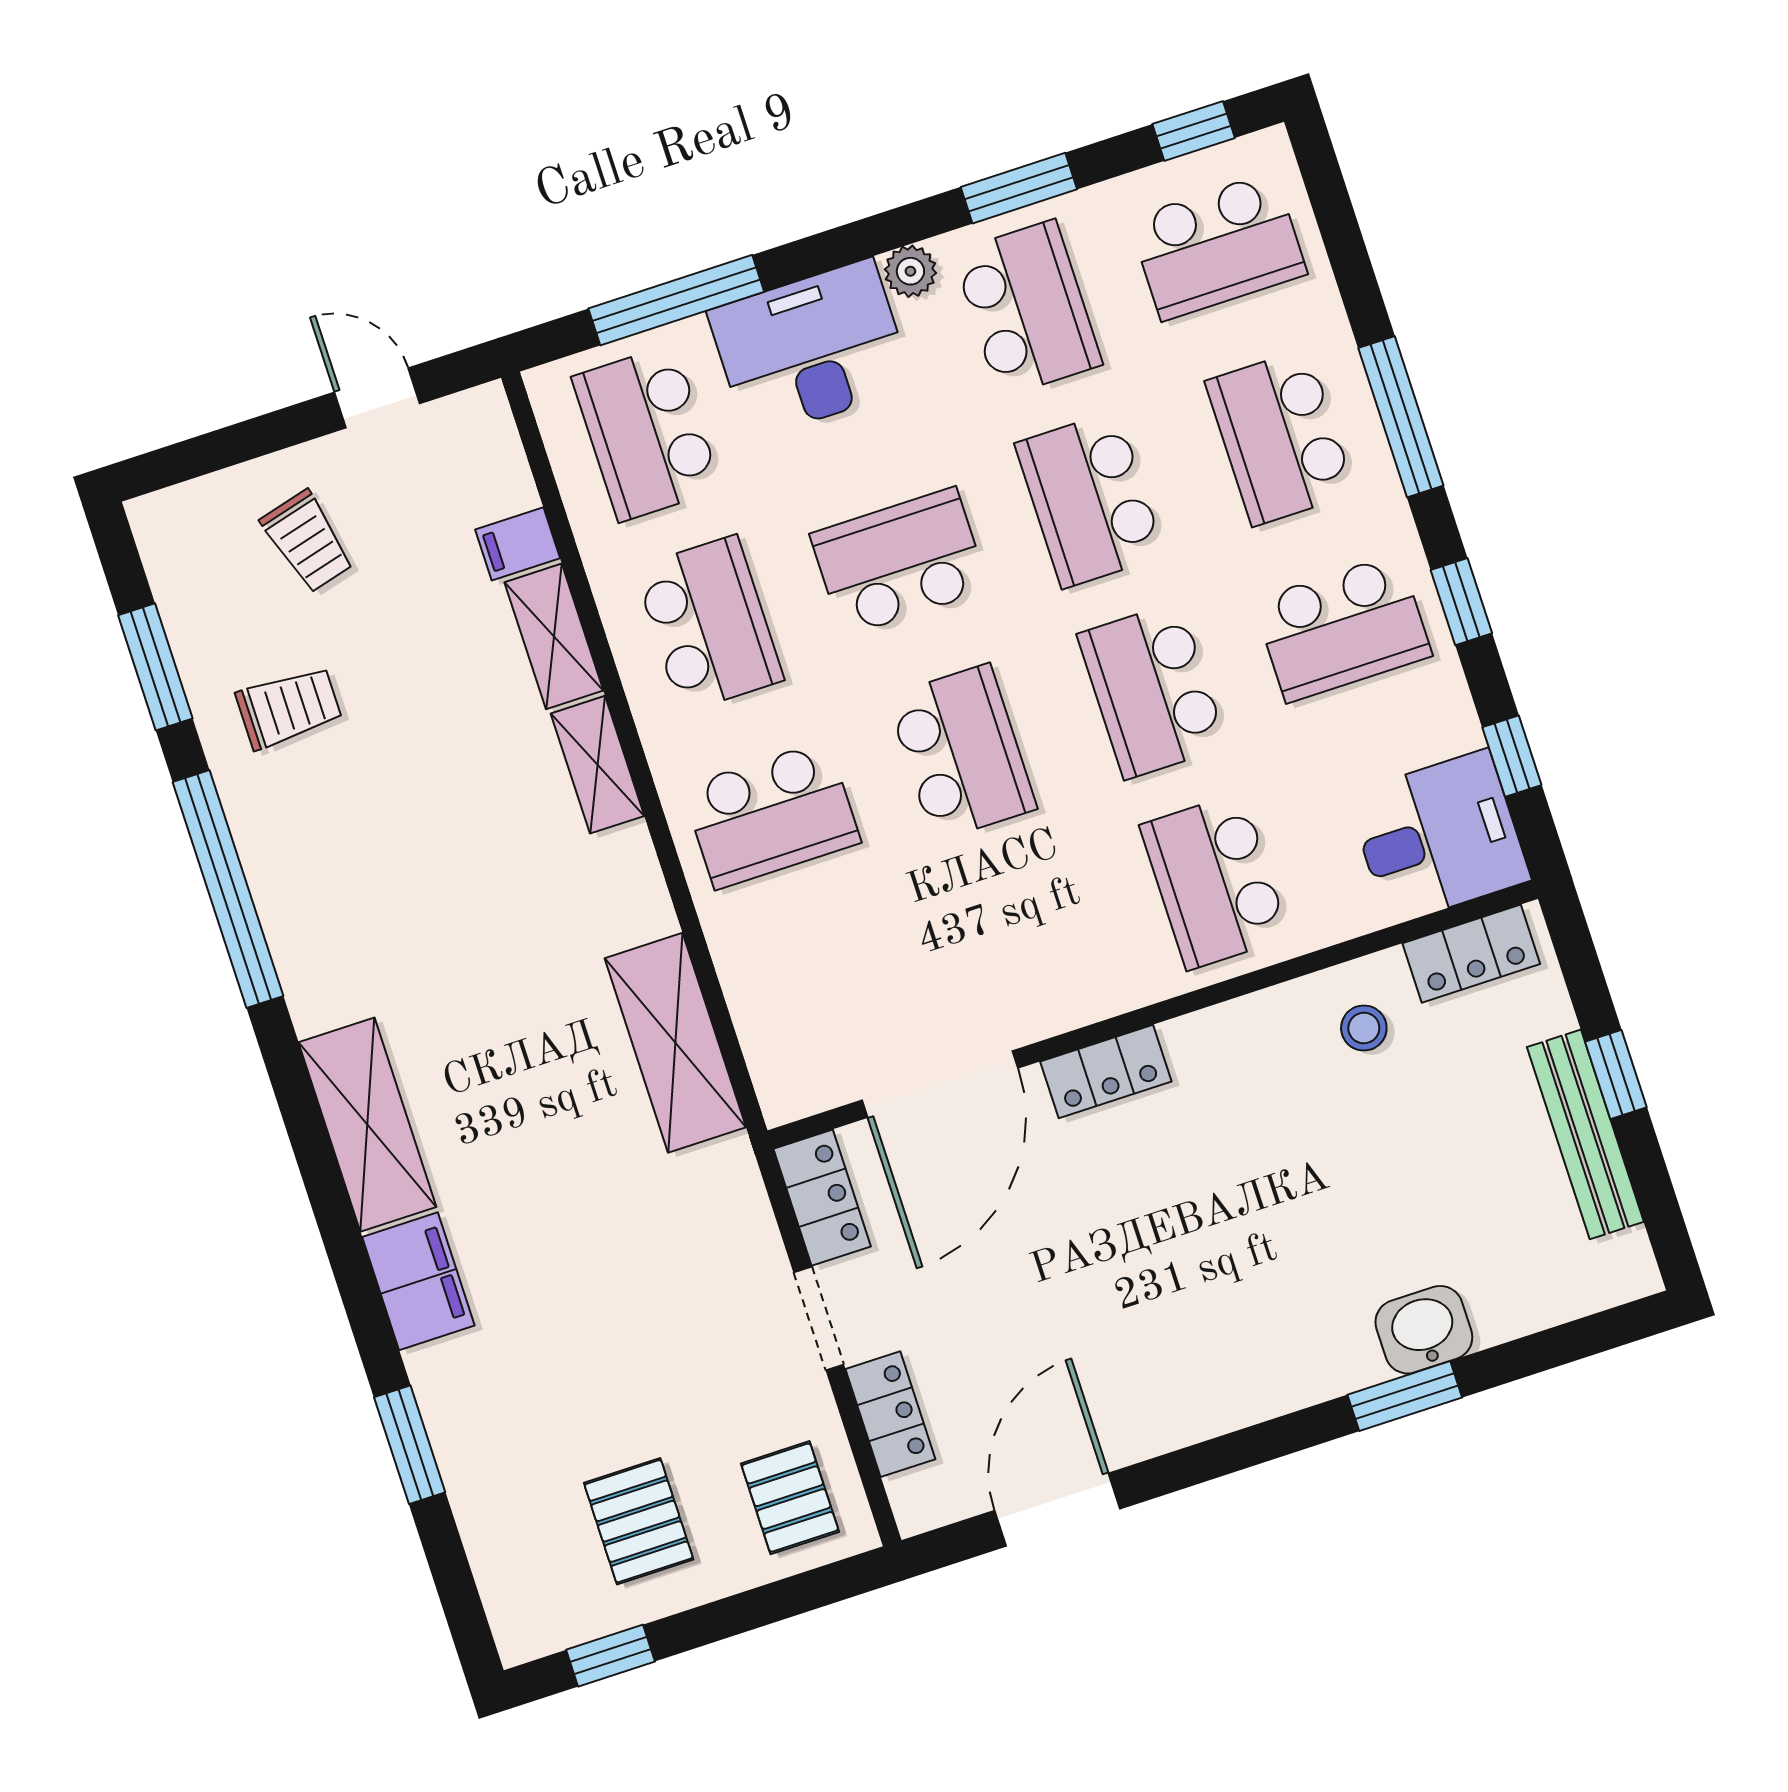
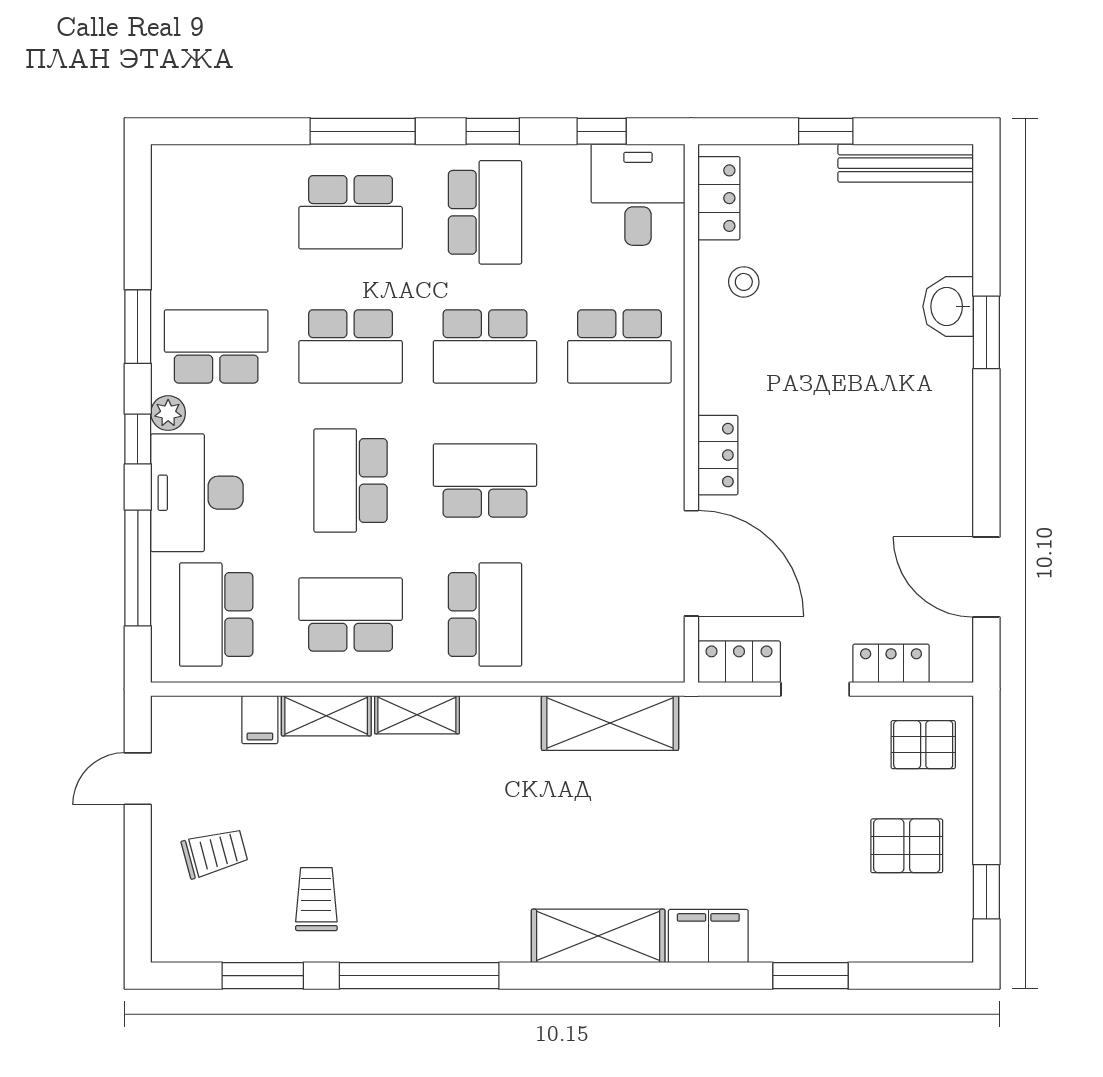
window: (1194, 131) -> (138, 439), moved
school desk: (1218, 246) -> (216, 212), removed
school desk: (647, 433) -> (216, 615), turned 90
bench: (1585, 1134) -> (906, 163), moved

